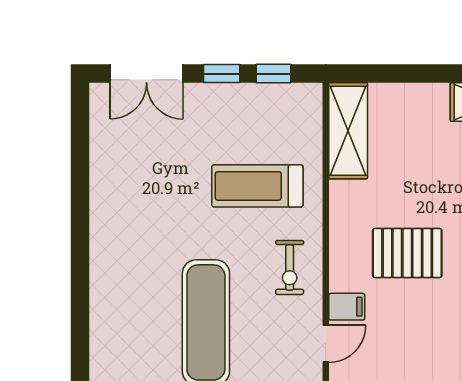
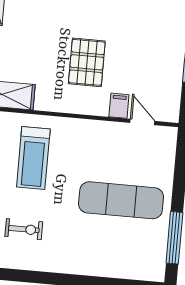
exercise bike: (290, 267) -> (24, 229), moved

